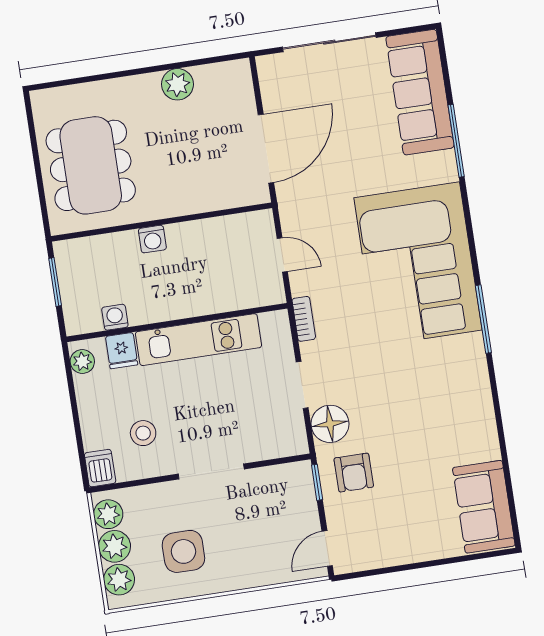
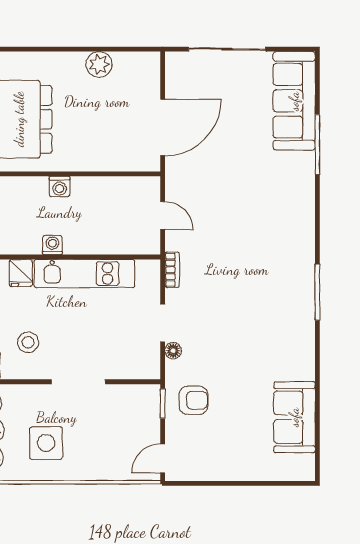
corner sofa: (418, 264) -> (271, 239), removed
washing machine: (115, 317) -> (52, 245), moved
floor lamp: (330, 424) -> (173, 351), width x0.53, depth x0.53
armchair: (354, 473) -> (194, 400), turned -90
sofa: (484, 507) -> (294, 417), moved

